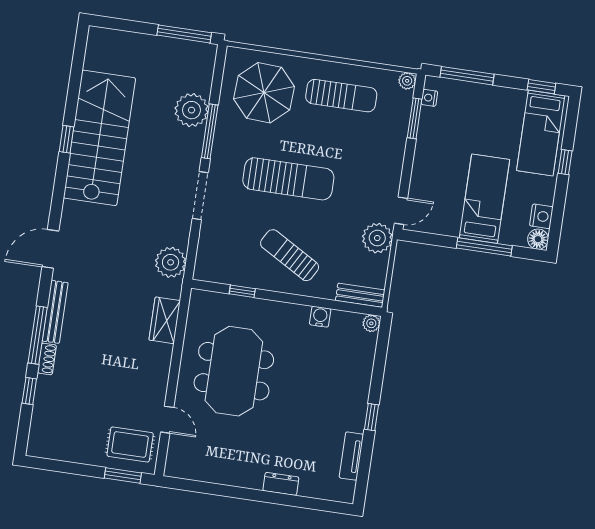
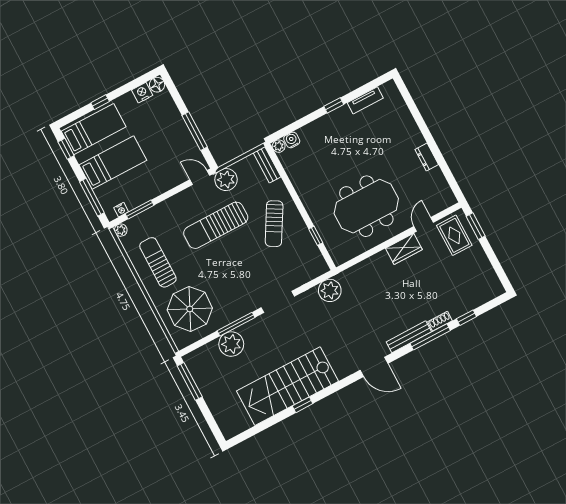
sun lounger: (288, 179) -> (216, 225), moved, turned -90
bed: (485, 199) -> (113, 163), moved, turned 180
window: (484, 247) -> (195, 131), moved
water cooler: (320, 317) -> (292, 140), moved, turned 90
wardrobe: (165, 320) -> (404, 249), moved
dresser: (281, 484) -> (427, 157), moved

